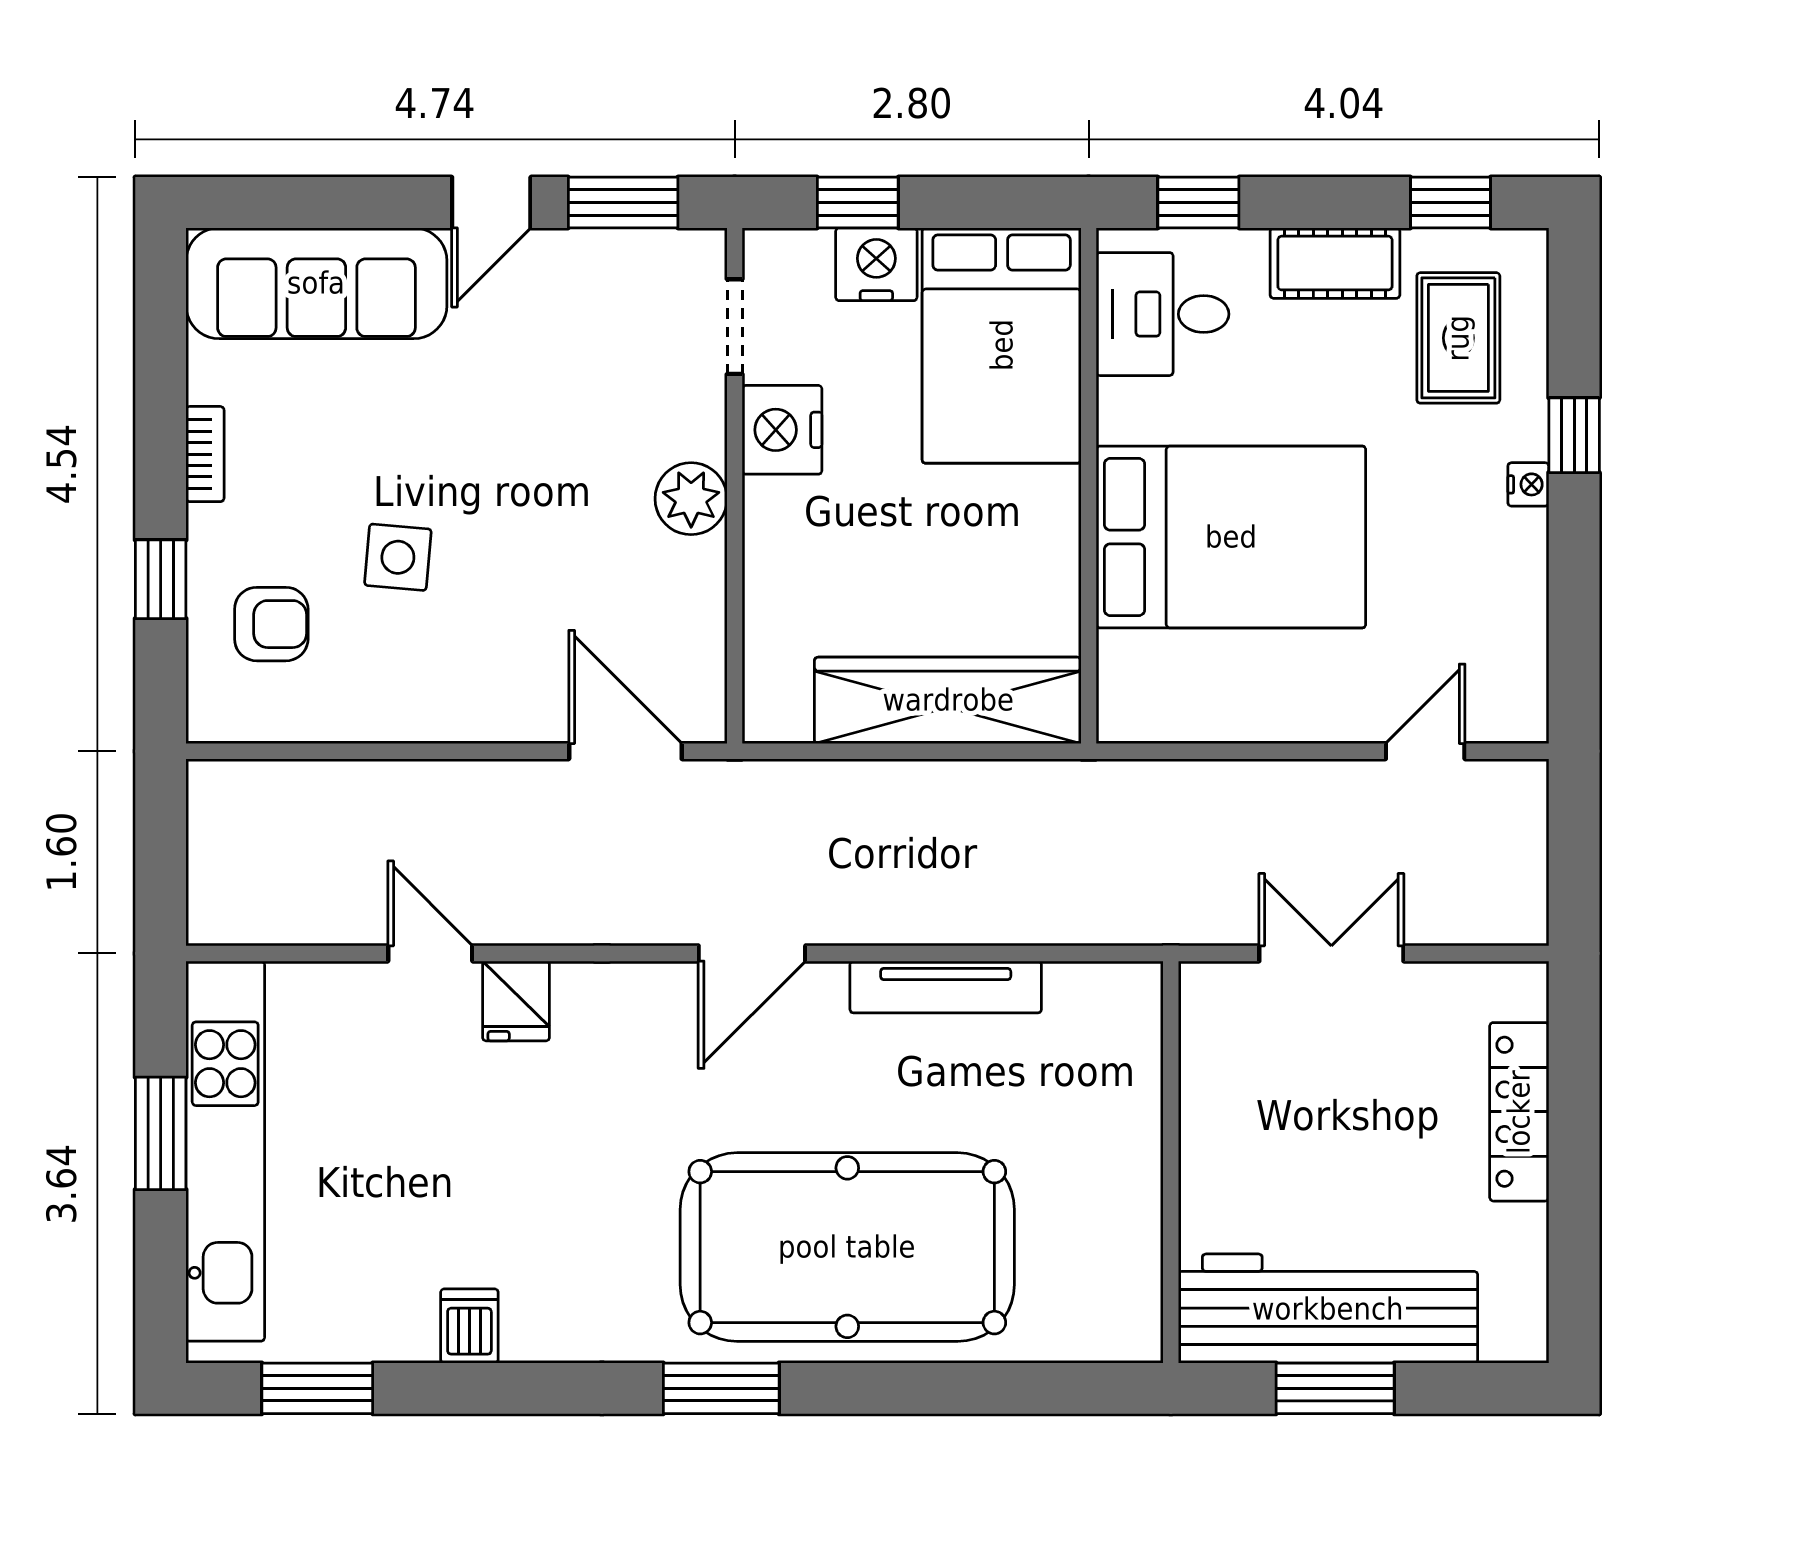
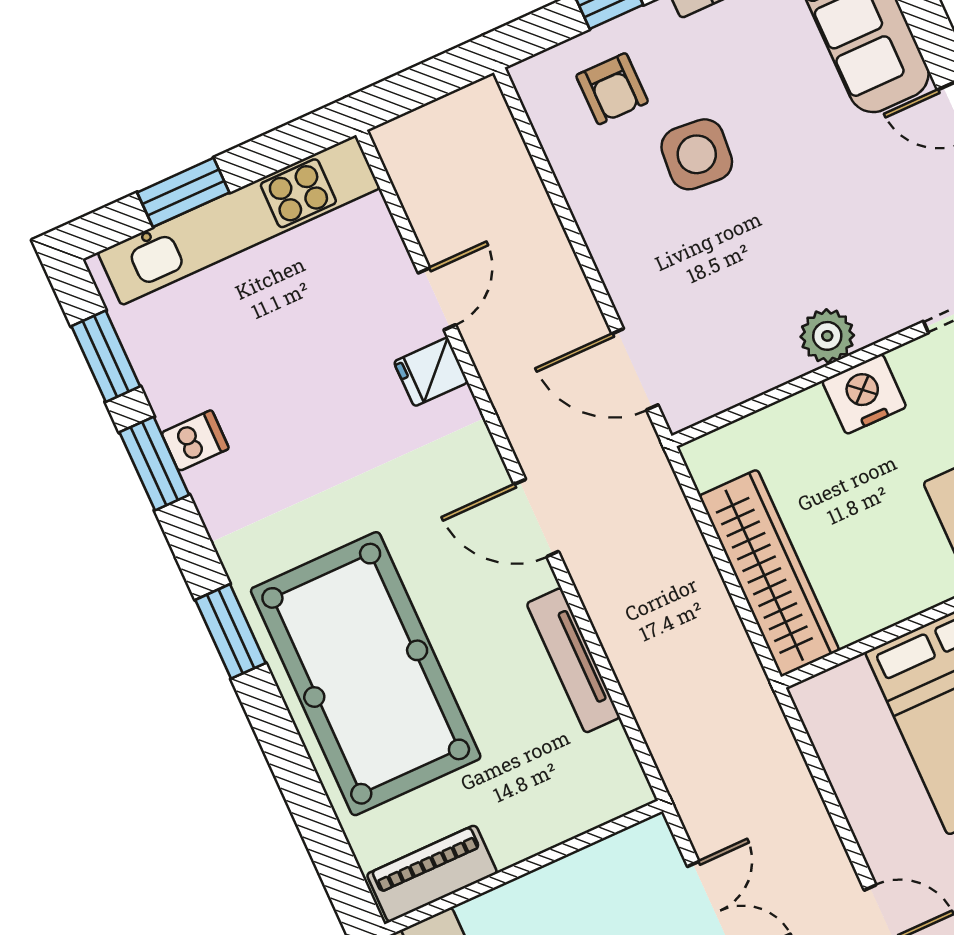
nightstand: (782, 430) -> (864, 394), moved
side table: (398, 557) -> (697, 154), width x1.37, depth x1.37
door: (625, 751) -> (635, 369), swing flipped
window: (161, 1133) -> (183, 192), moved
piano: (1127, 1277) -> (432, 874), added
window: (475, 1388) -> (154, 464), added

